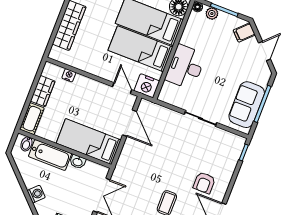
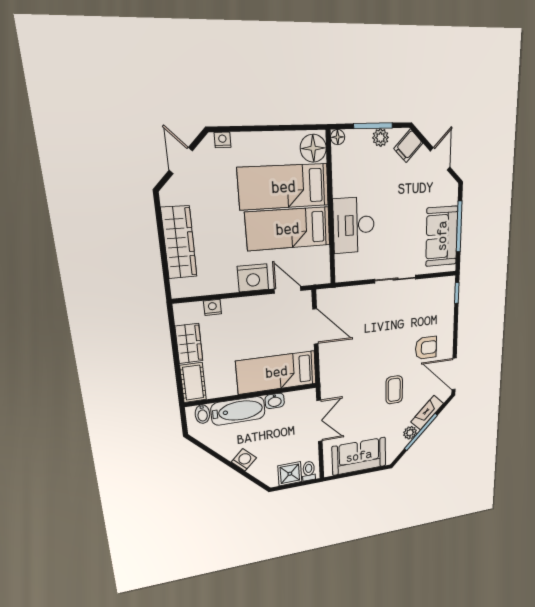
plant: (212, 14) -> (381, 138), moved
nightstand: (147, 86) -> (253, 278), moved
armchair: (204, 183) -> (426, 348), turned -90

